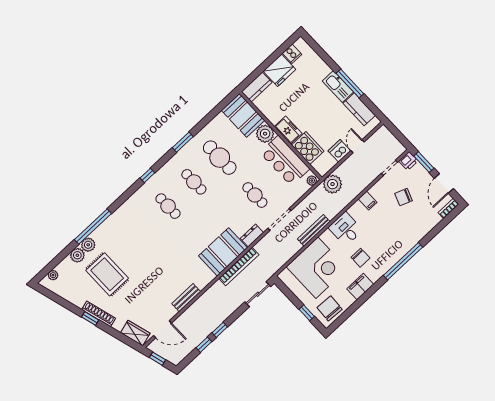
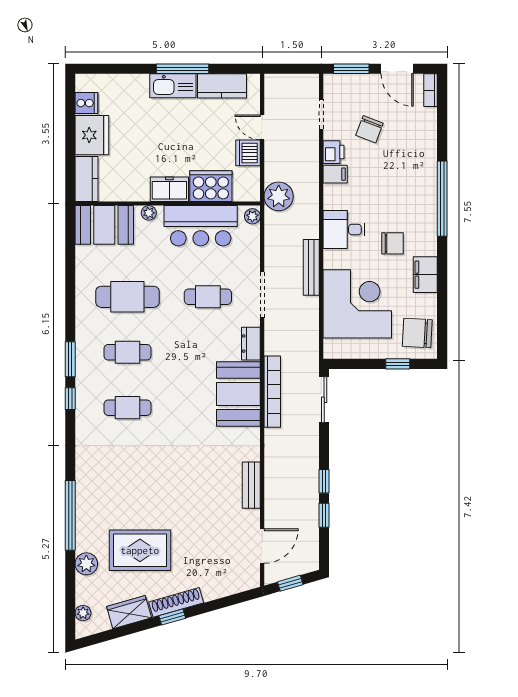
plant: (265, 134) -> (149, 213), width x0.53, depth x0.53
window: (183, 142) -> (70, 359), moved
printer: (408, 161) -> (334, 152), moved
plant: (88, 245) -> (86, 540), removed
wardrobe: (135, 333) -> (129, 612), moved

